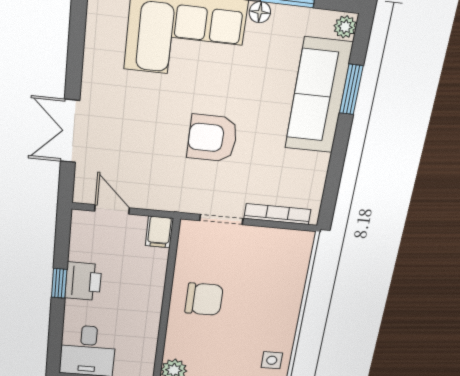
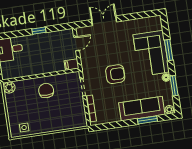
armchair: (212, 138) -> (115, 74), turned 90
printer: (83, 281) -> (42, 40), removed
chair: (204, 299) -> (46, 91), turned 180

